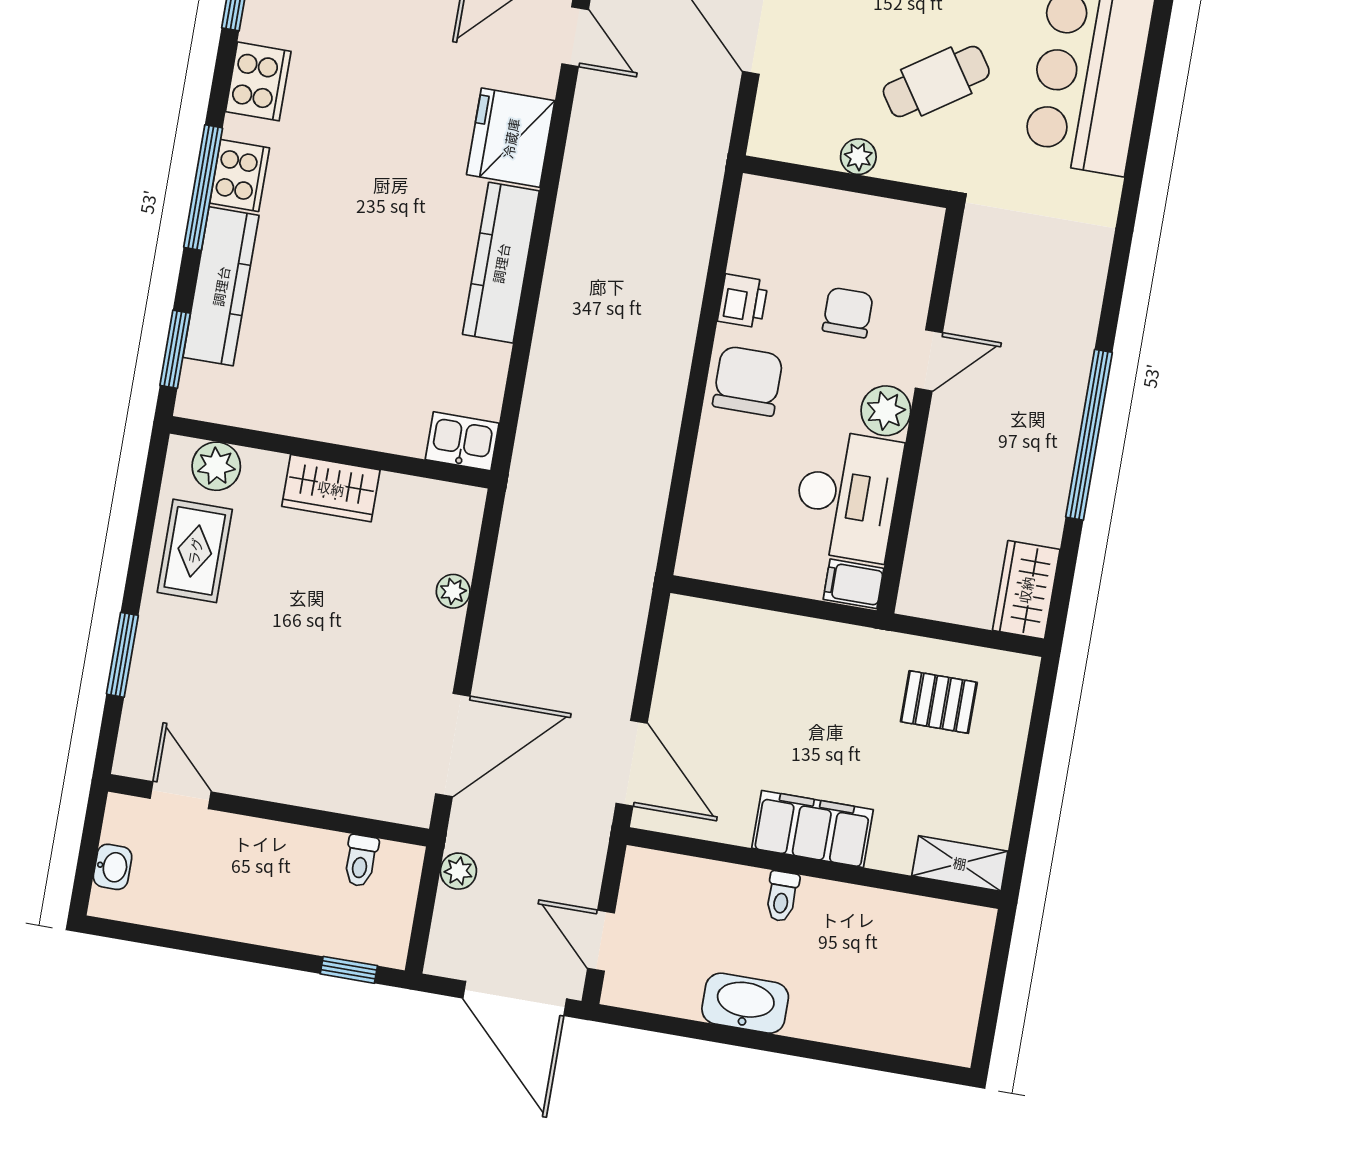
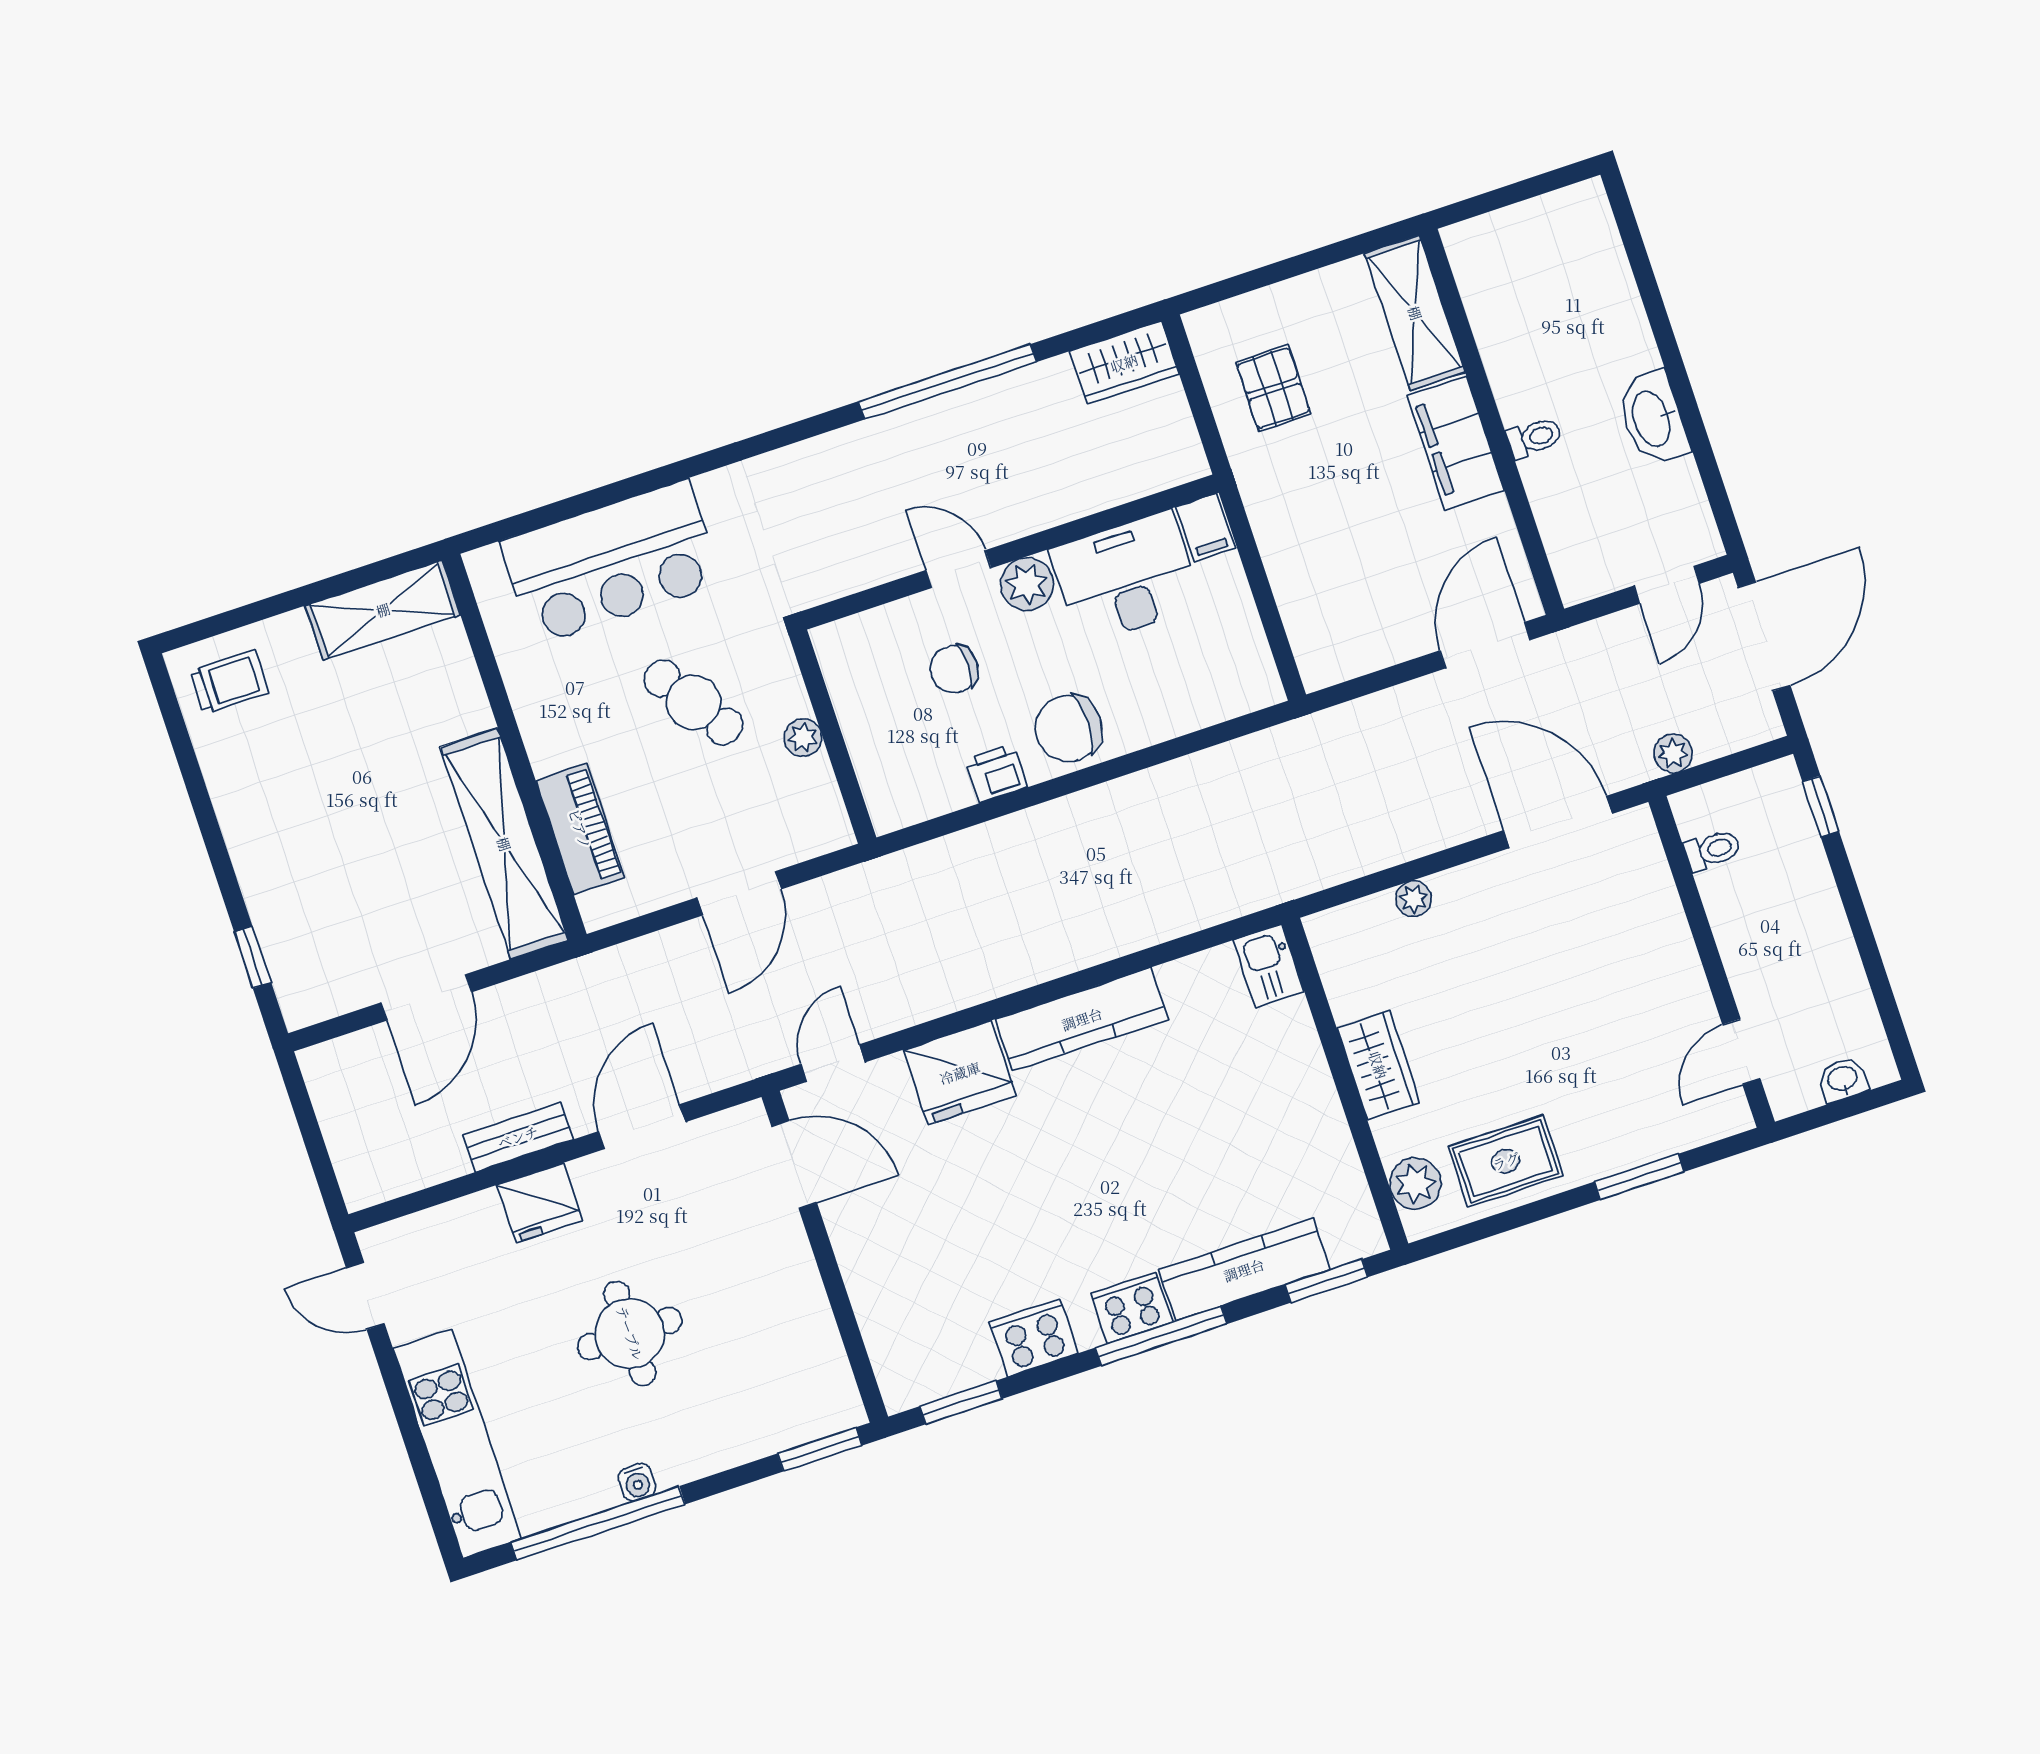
shelving: (960, 863) -> (1415, 313), width x1.50, depth x1.33

